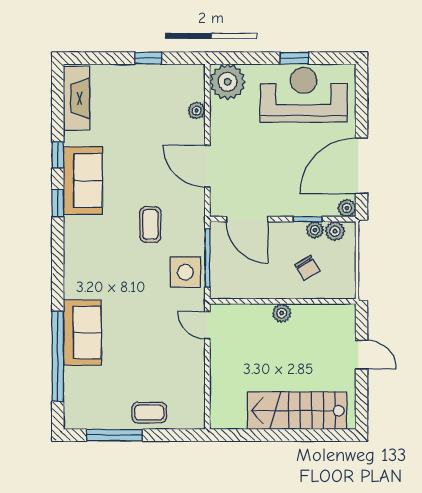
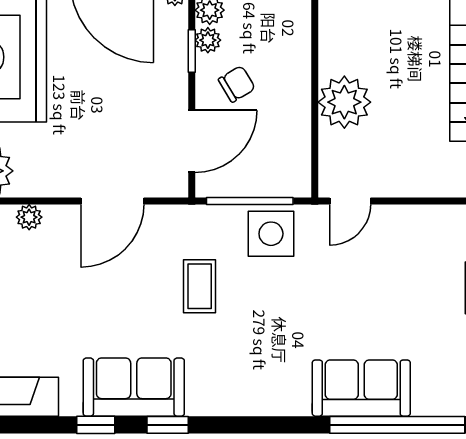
coffee table: (150, 224) -> (200, 286), turned 90
chair: (307, 268) -> (237, 84), moved
plant: (282, 313) -> (344, 102), width x1.87, depth x1.87

